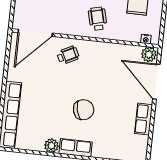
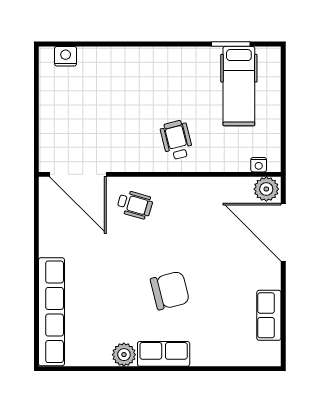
door: (35, 33) -> (78, 174), hinge flipped
wheelchair: (68, 55) -> (135, 205), turned 43
row of seats: (143, 119) -> (269, 315), moved

